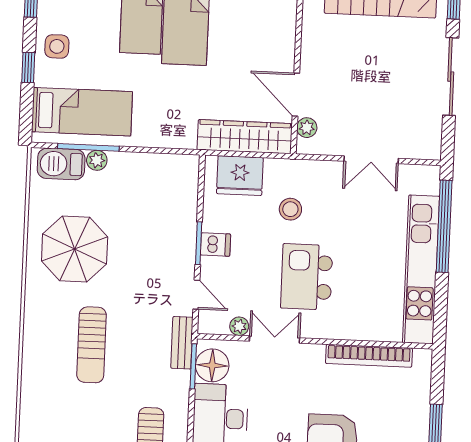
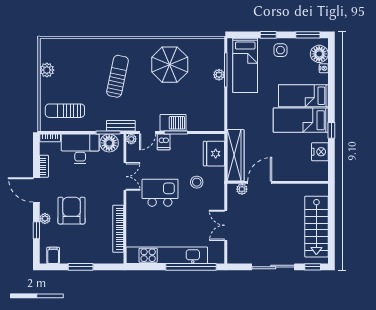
barbecue: (61, 164) -> (173, 123), moved, turned 90
dishwasher: (215, 245) -> (164, 142), moved
plant: (239, 326) -> (131, 139), moved
sun lounger: (92, 345) -> (117, 76), turned 102

